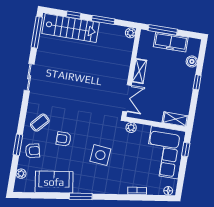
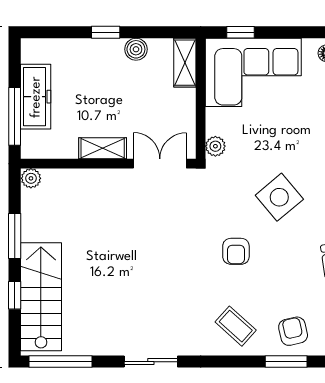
boiler: (192, 61) -> (136, 49), moved
armchair: (64, 139) -> (236, 251), moved
side table: (100, 155) -> (279, 197), turned 45

